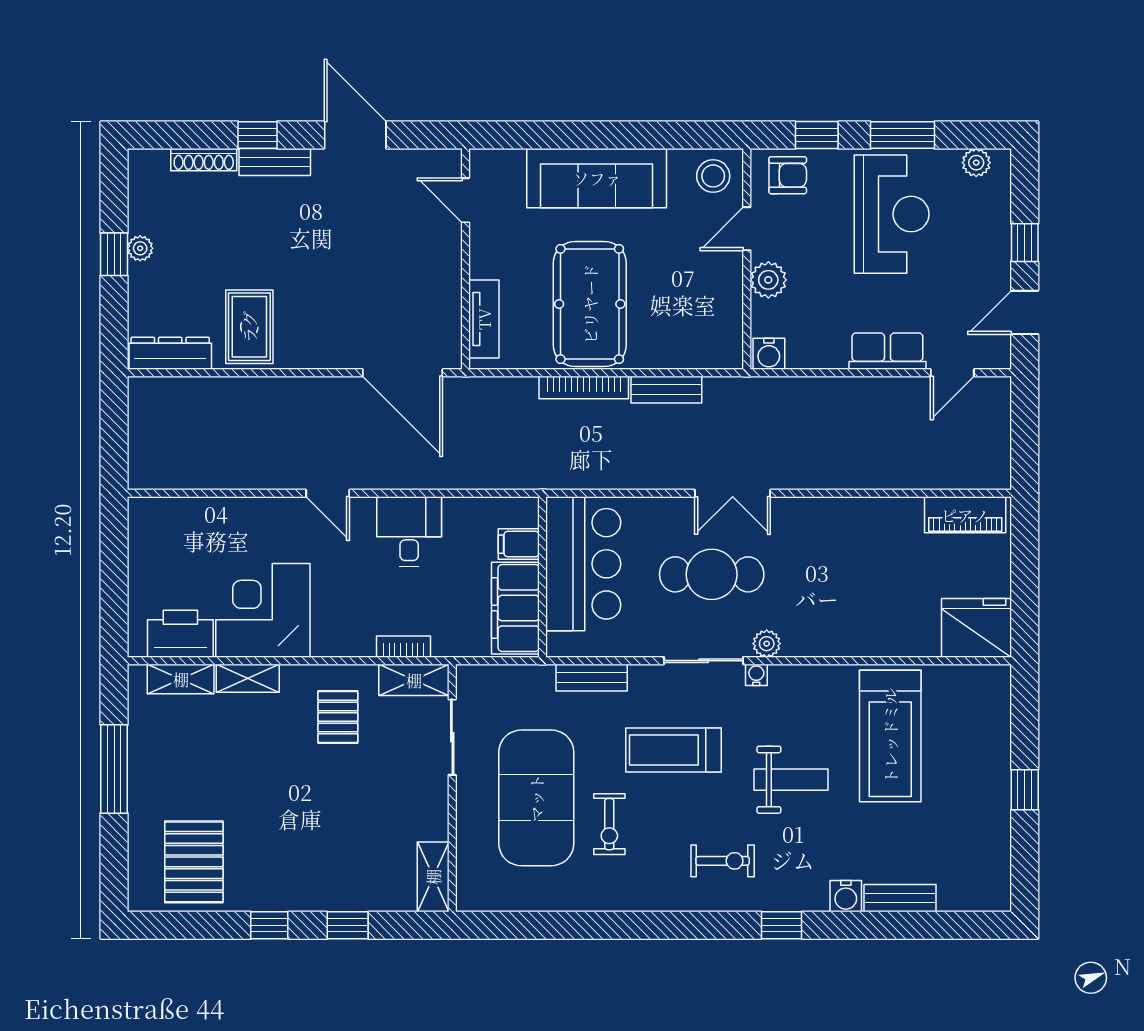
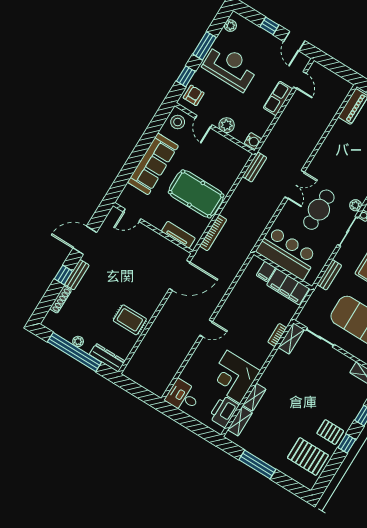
window: (114, 254) -> (74, 352), width x3.17
dresser: (170, 353) -> (107, 358), moved, turned 90
bookcase: (584, 388) -> (213, 233), moved
bench: (666, 390) -> (255, 167), moved
desk: (409, 531) -> (183, 396), moved
pallet: (338, 717) -> (330, 432), moved

